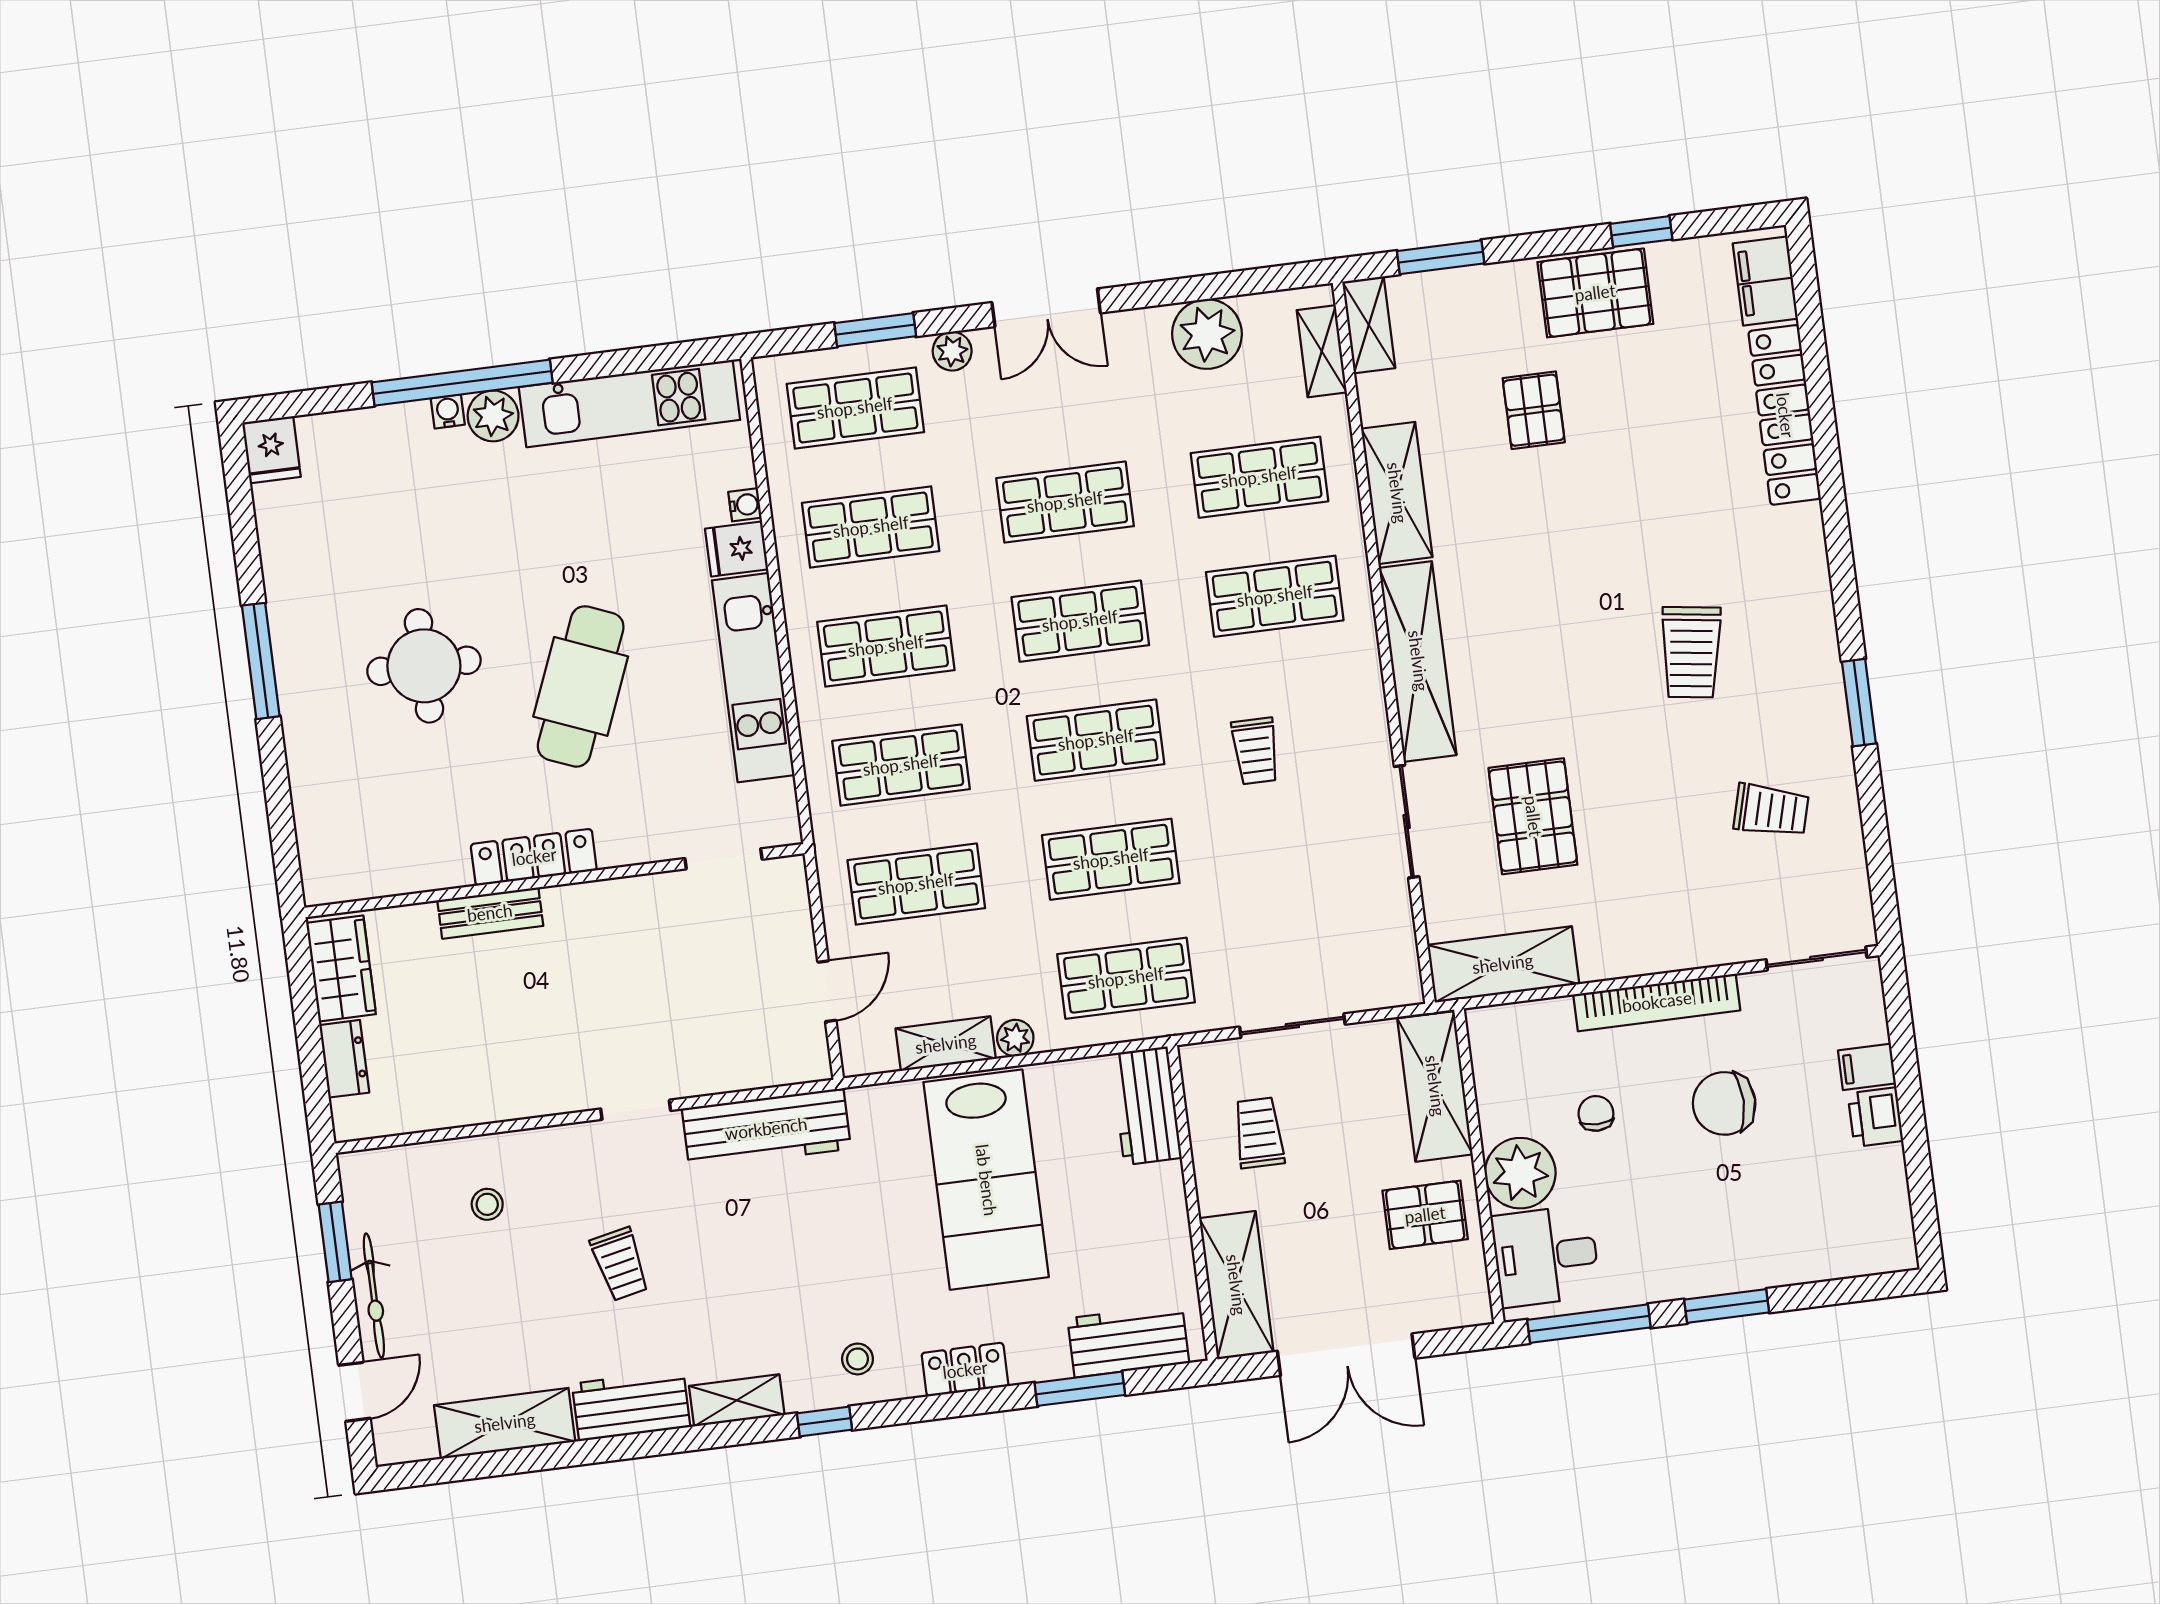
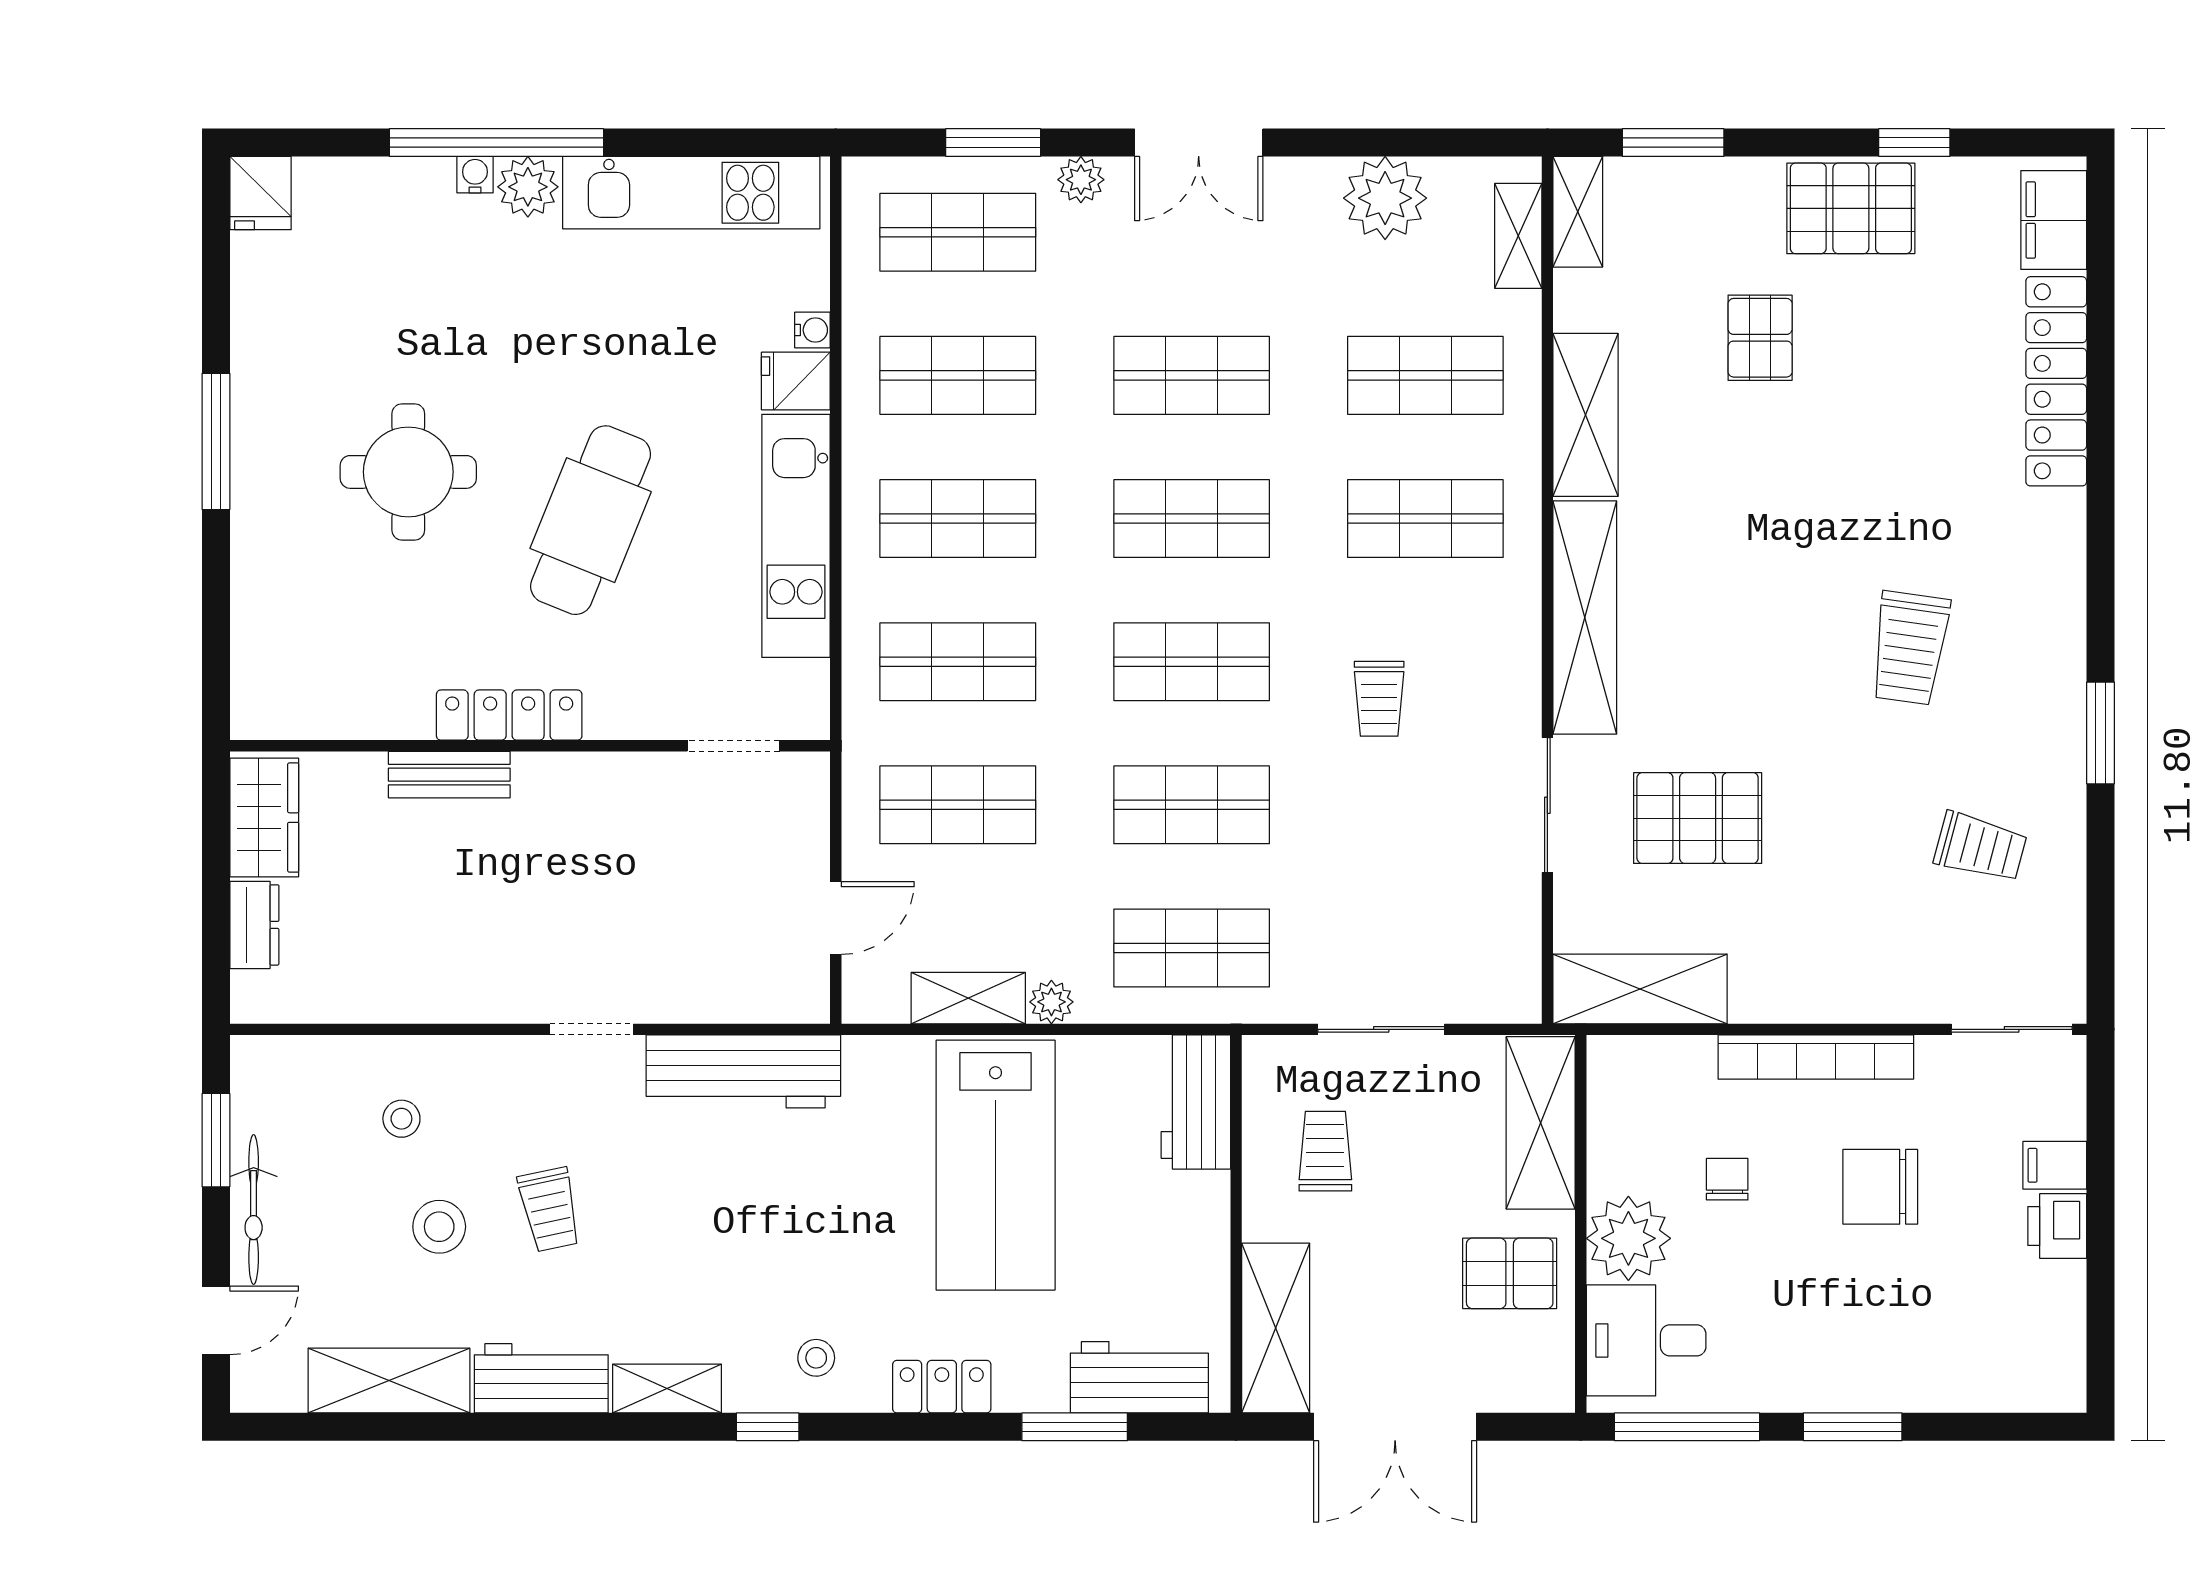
pallet: (1533, 816) -> (1698, 818), turned 90
stool: (530, 1290) -> (439, 1227), added

